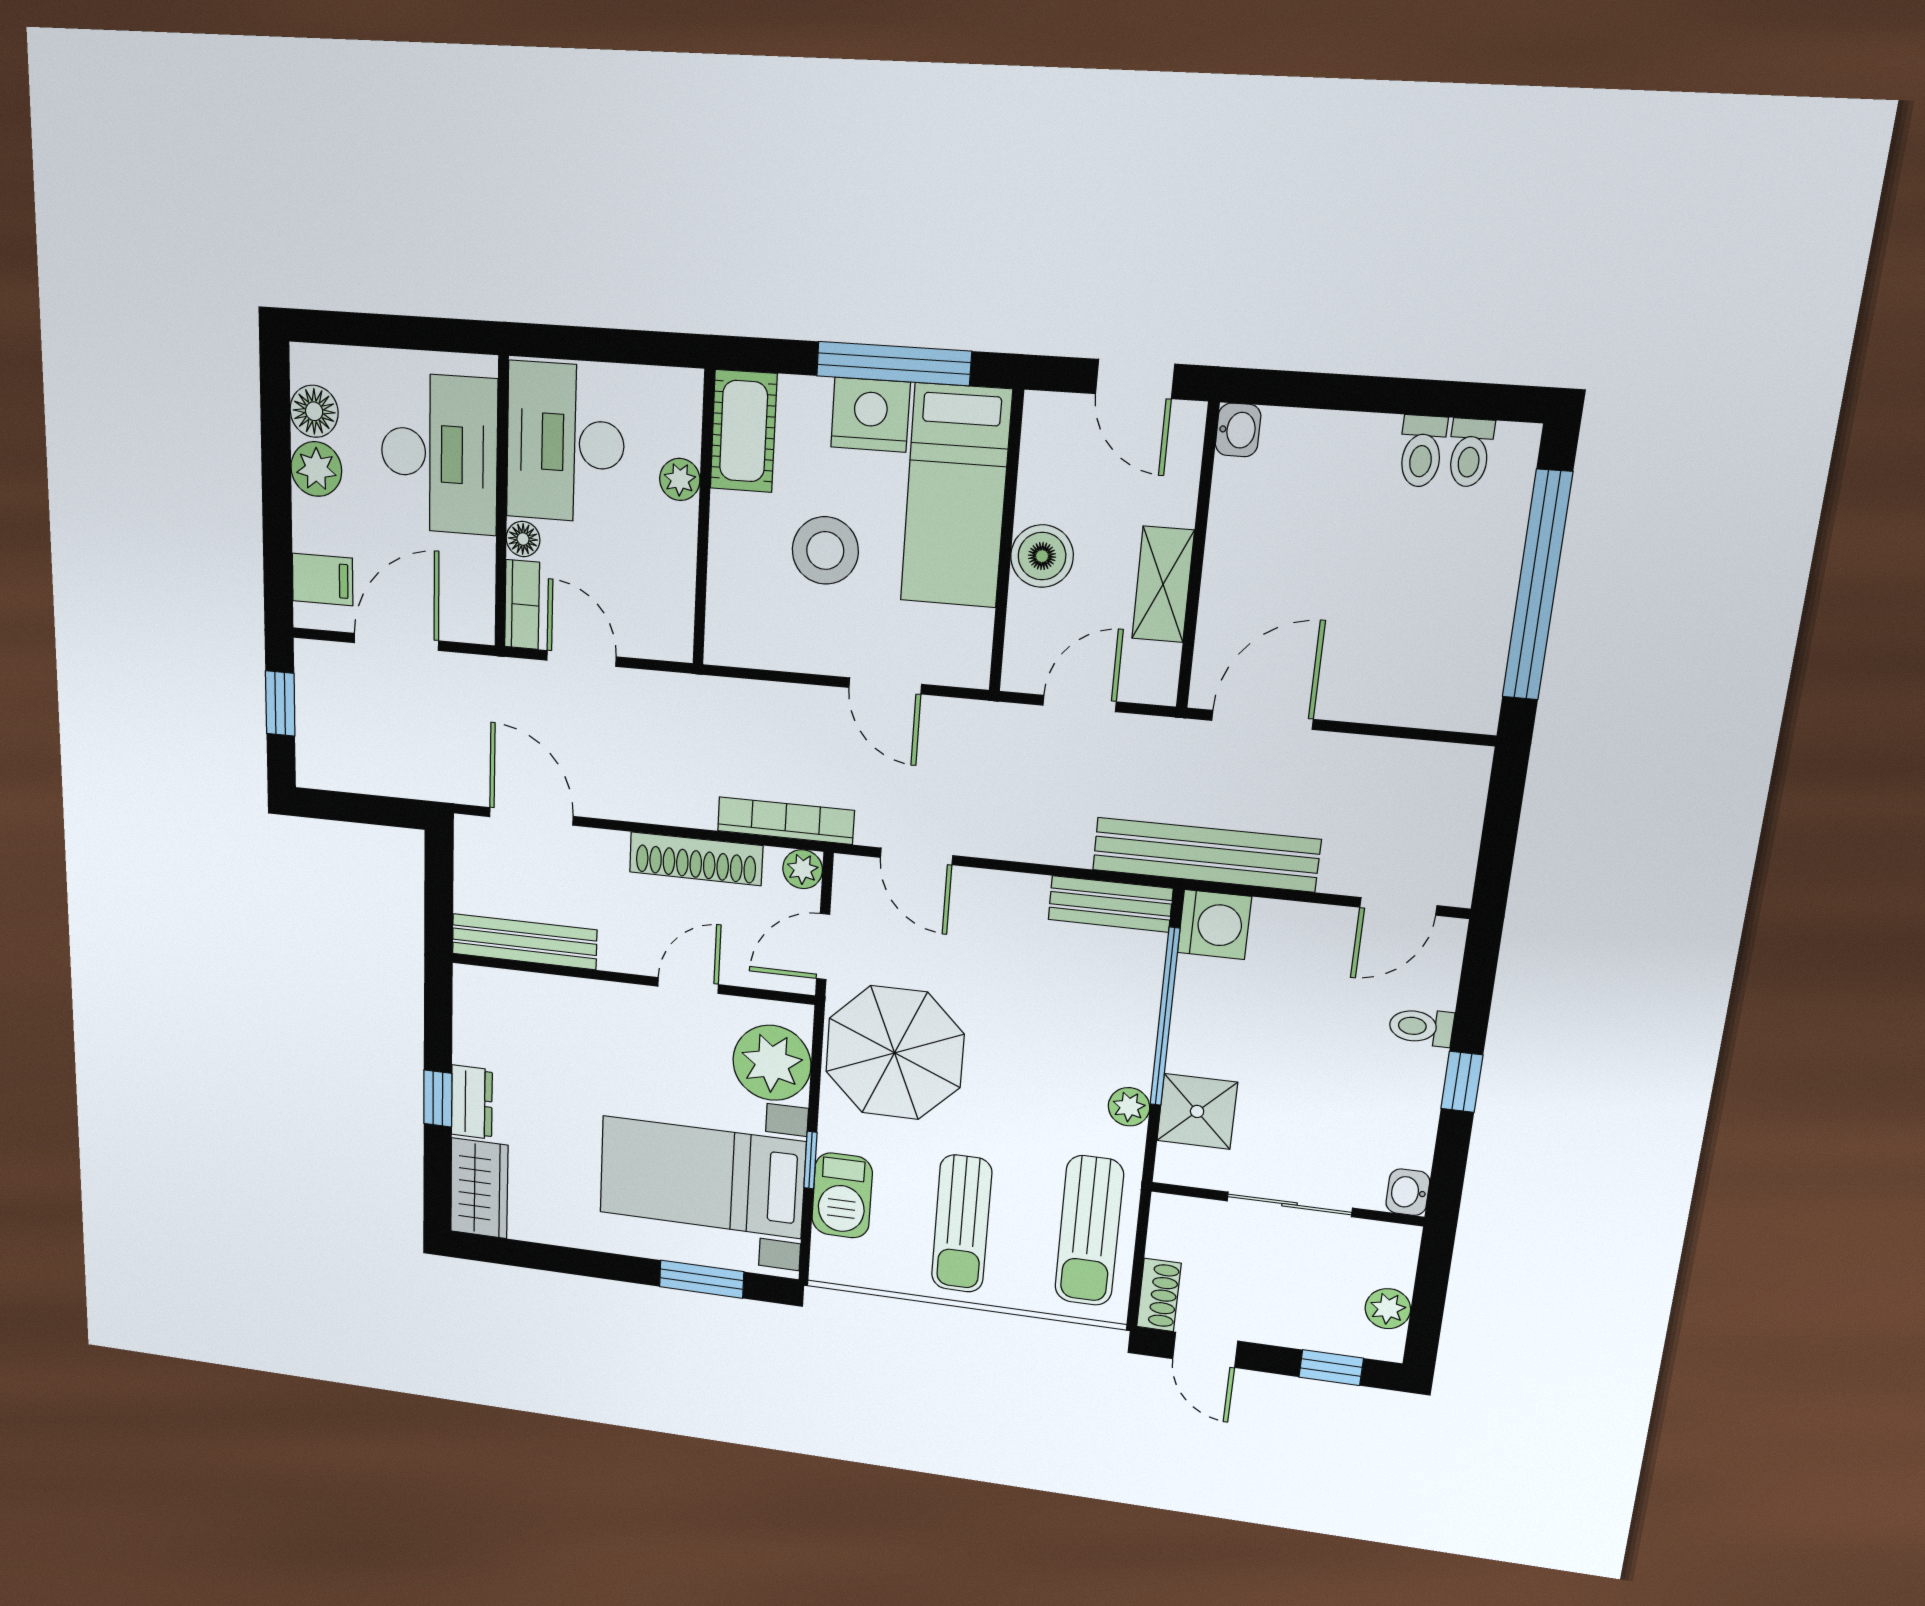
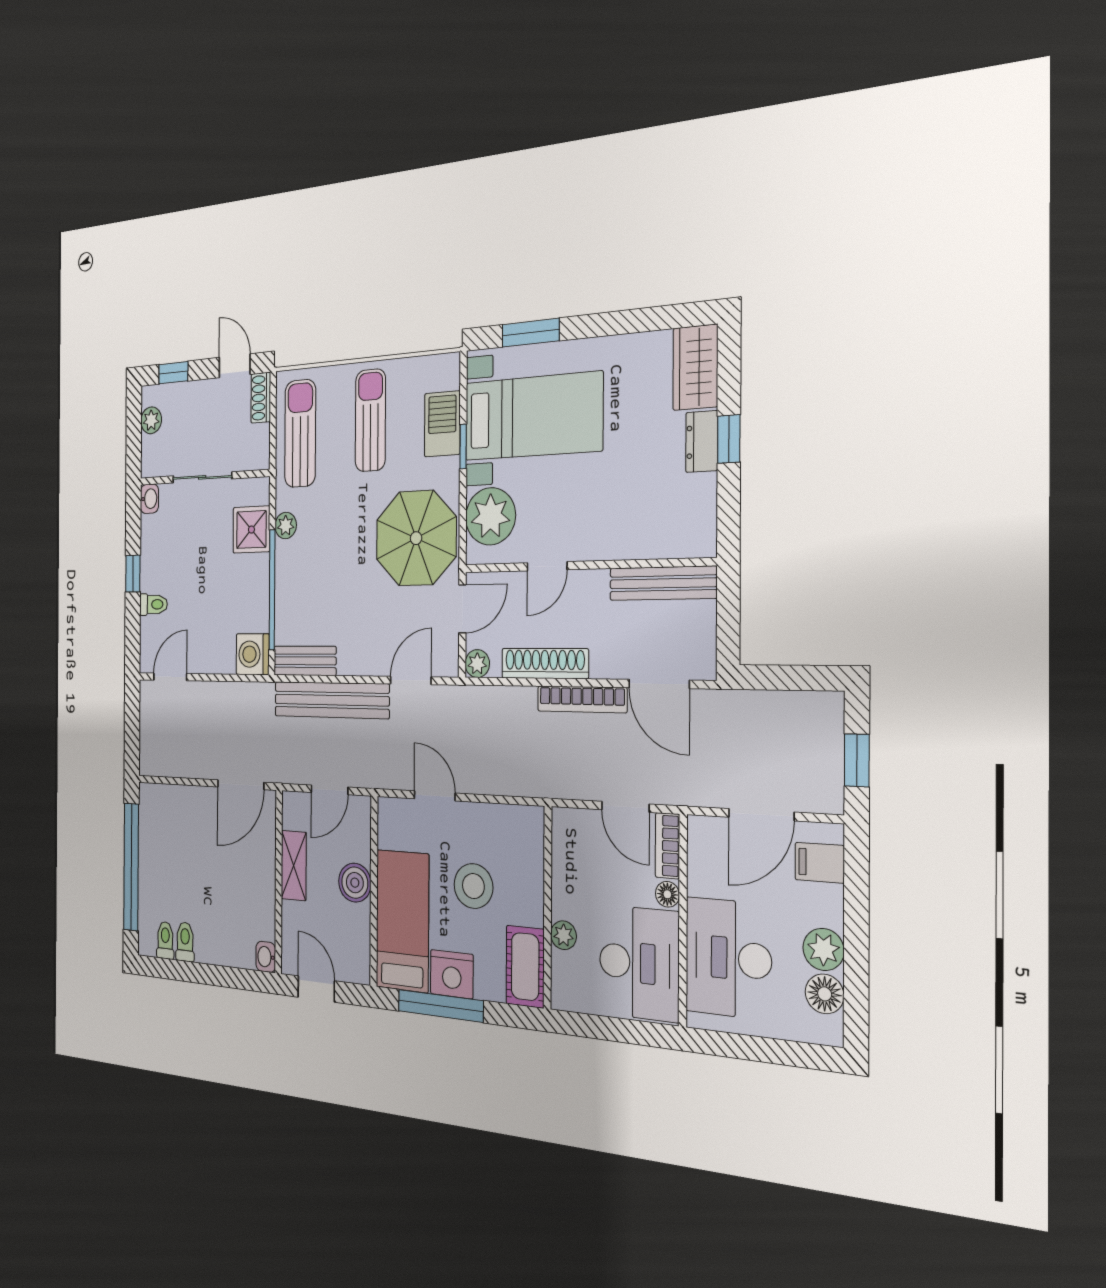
bookcase: (786, 821) -> (582, 699), moved
bench: (1206, 855) -> (331, 700), moved
door: (916, 856) -> (411, 680), hinge flipped

